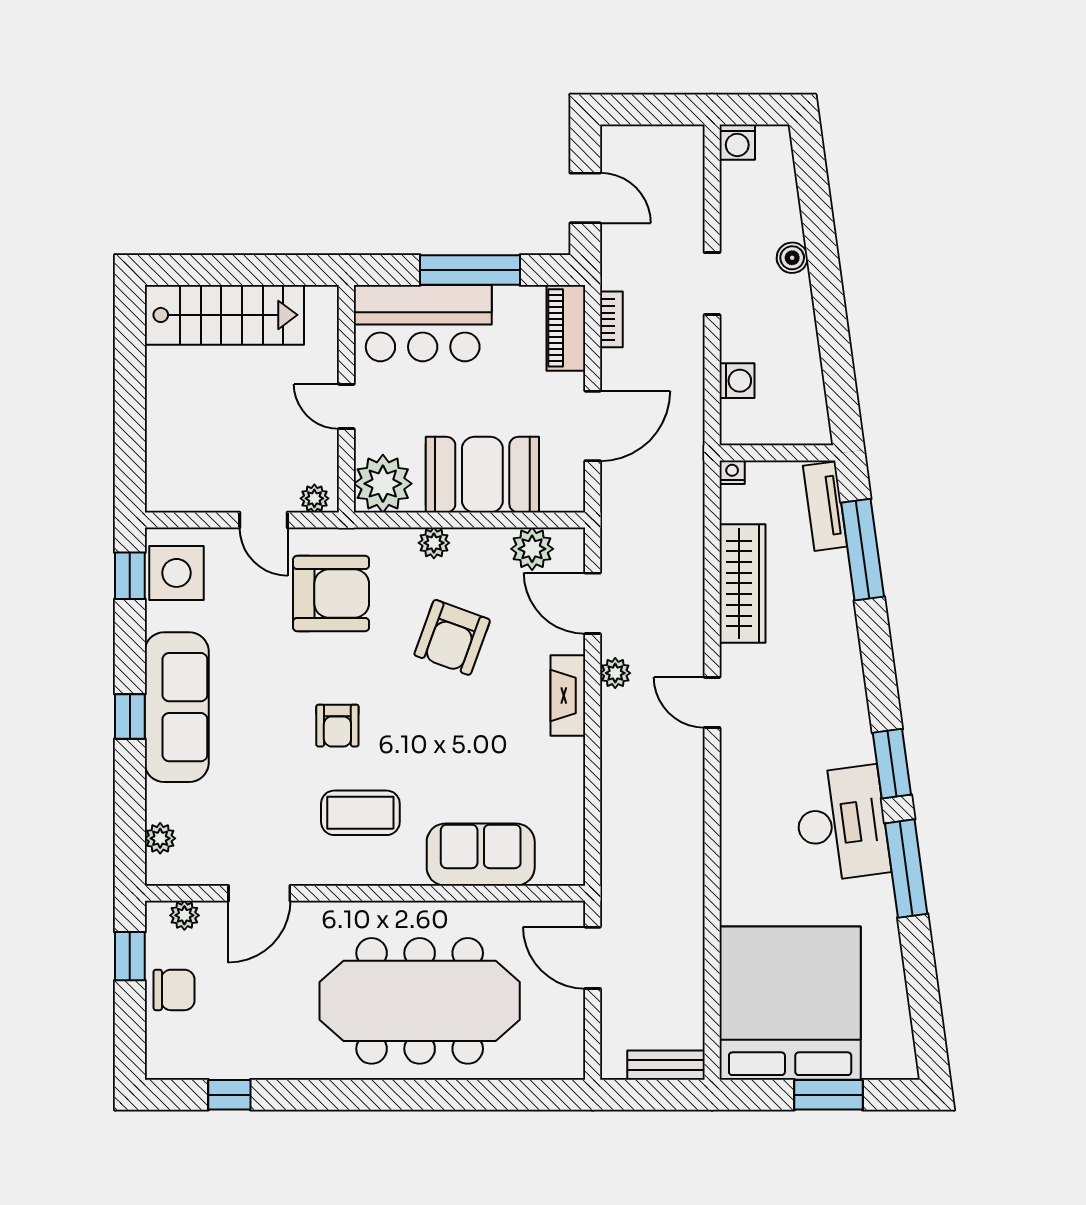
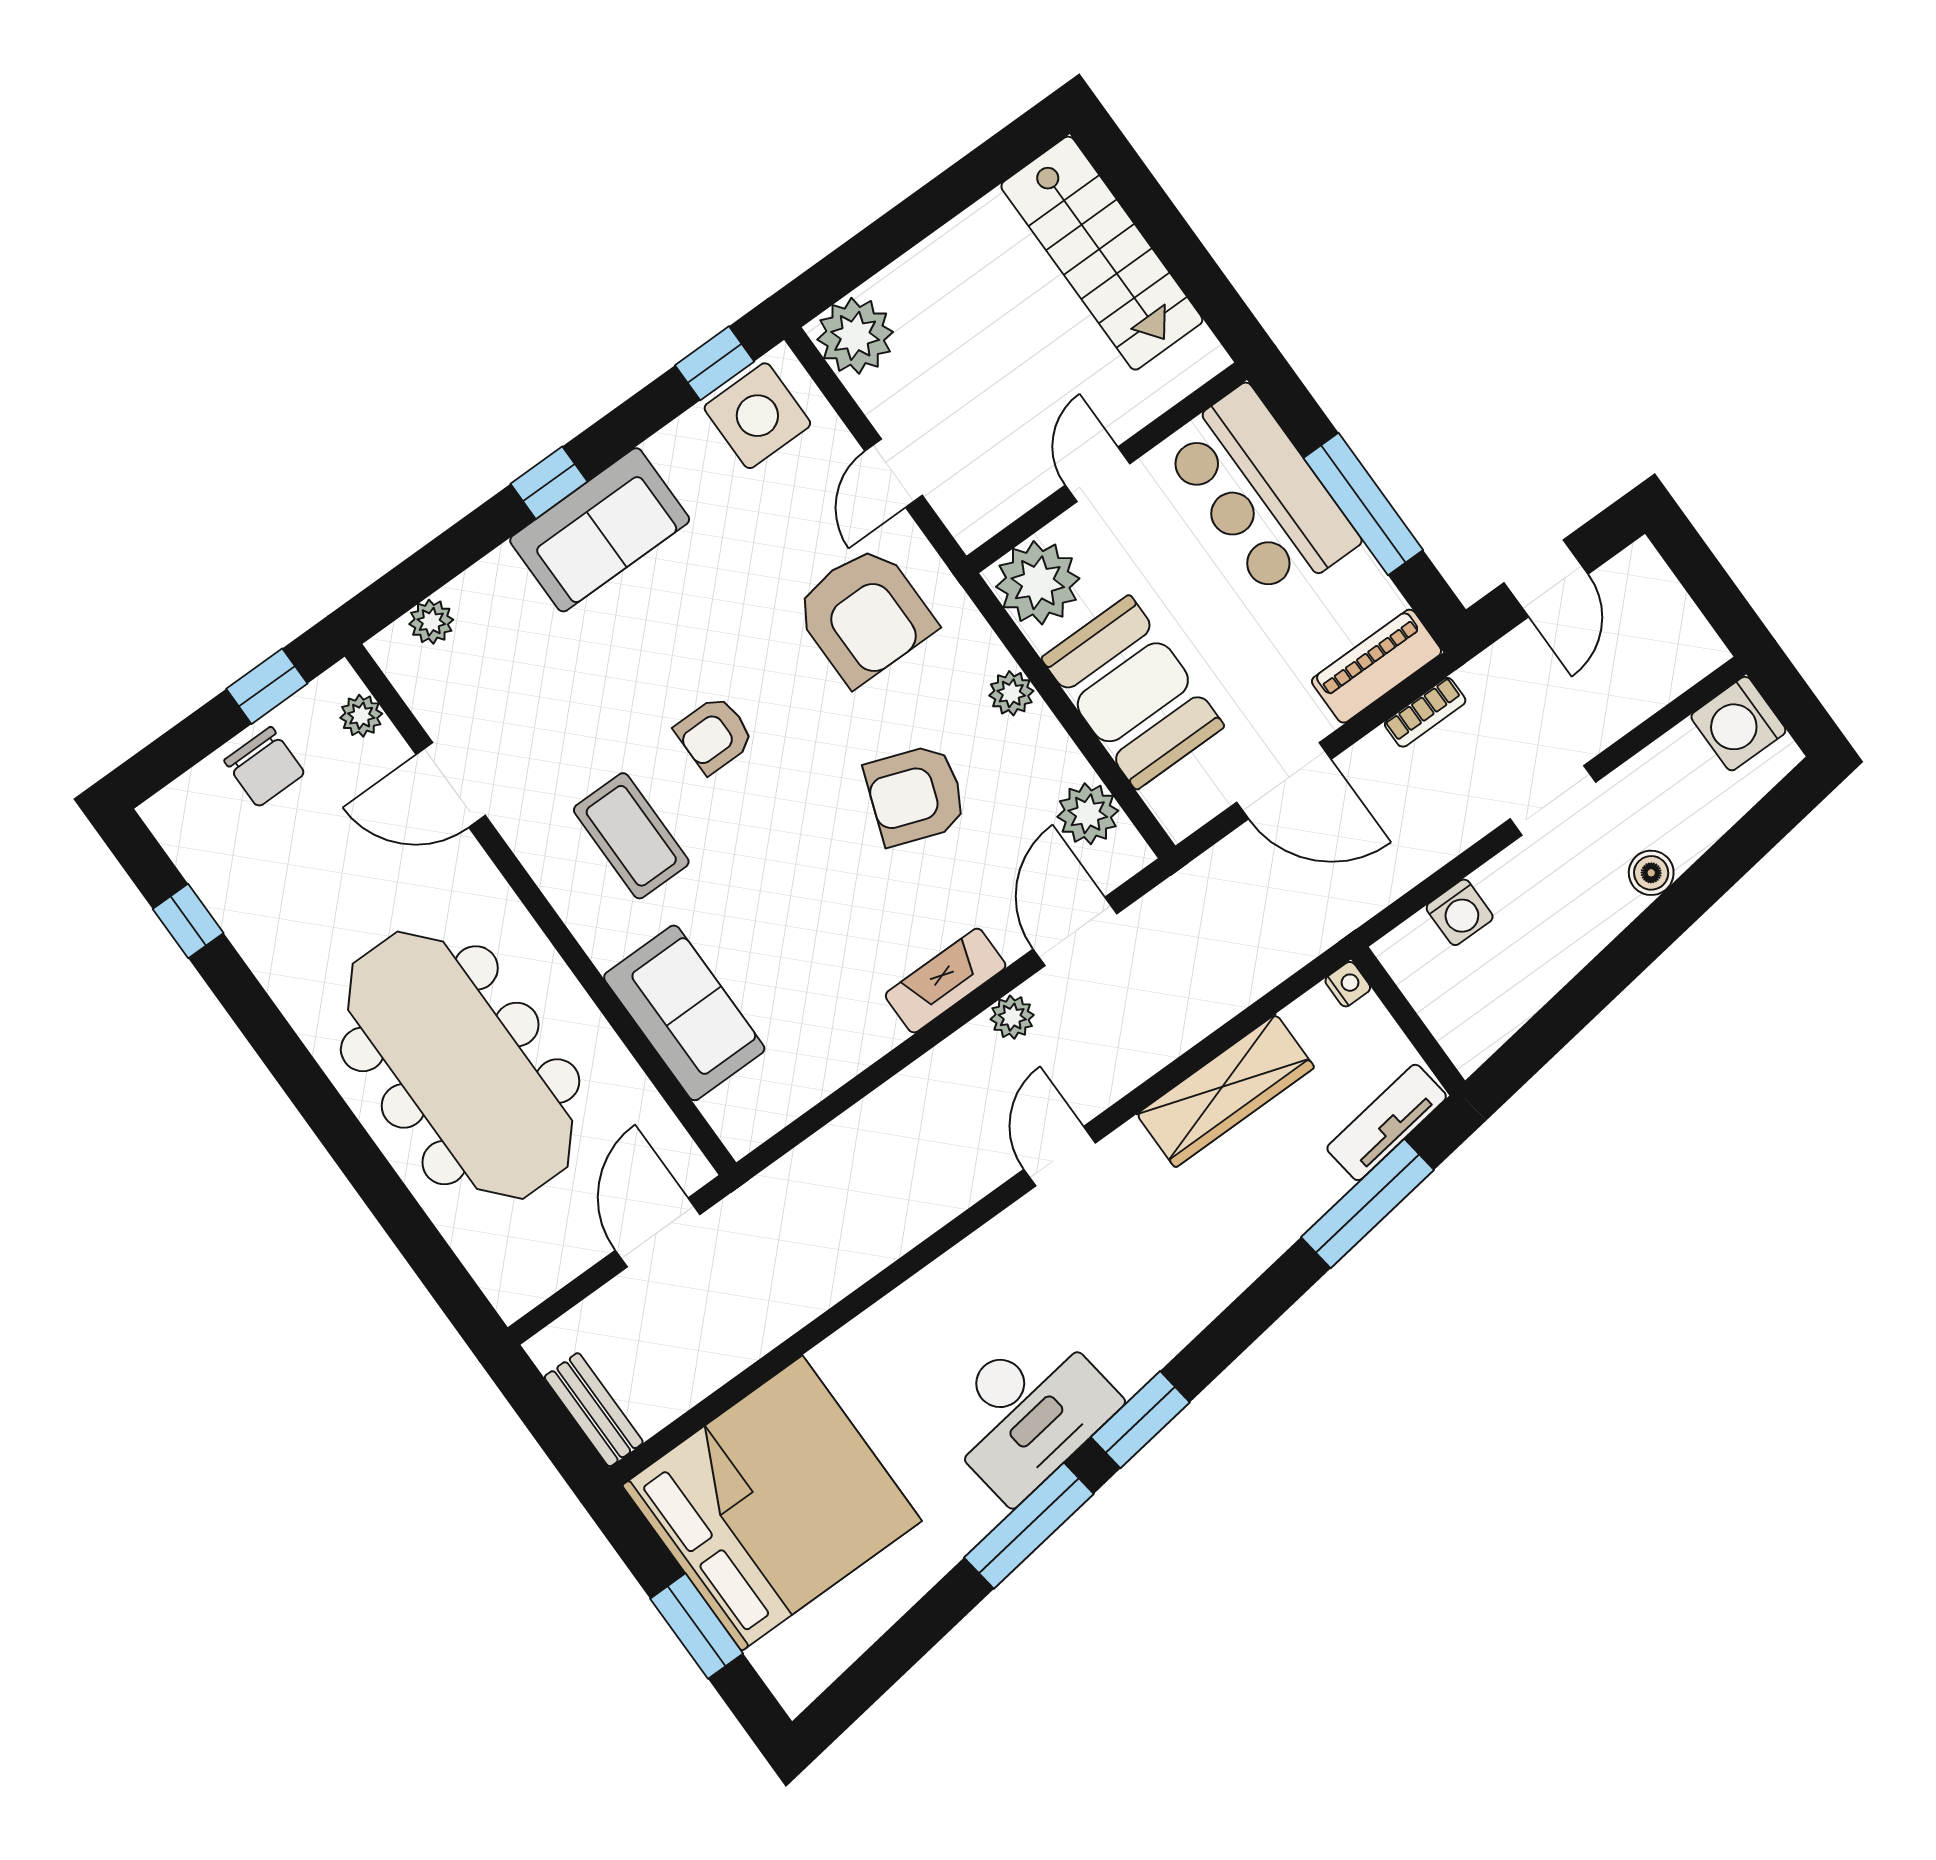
washing machine: (737, 142) -> (1738, 724), width x1.38, depth x1.38
plant: (314, 498) -> (855, 336), moved, width x1.87, depth x1.87
sofa: (177, 707) -> (600, 530), width x0.73

